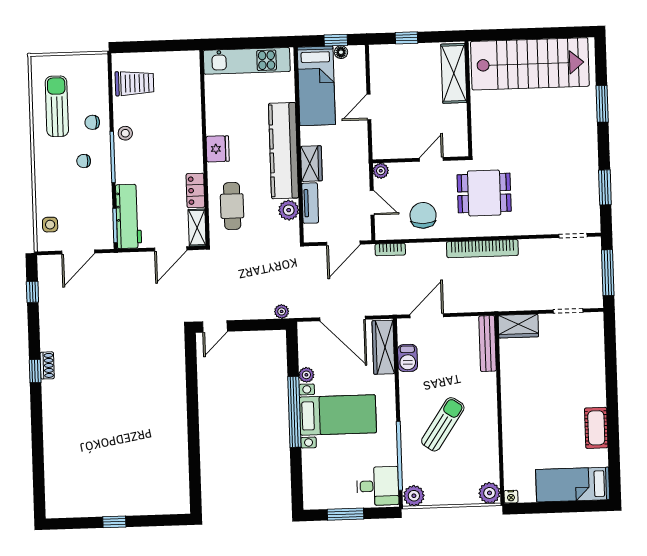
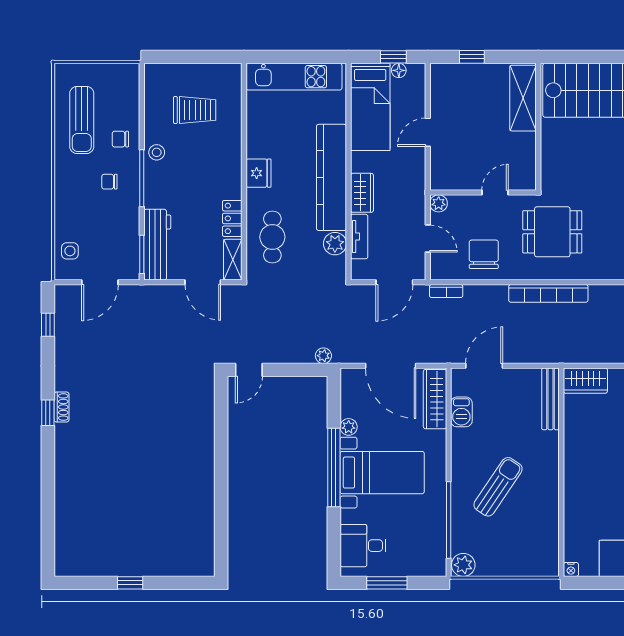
trolley: (135, 83) -> (195, 110), moved
sun lounger: (57, 106) -> (82, 120), turned 180
door: (171, 249) -> (203, 282), hinge flipped
desk: (378, 486) -> (363, 546), moved, turned 180
plant: (489, 493) -> (547, 565), removed

